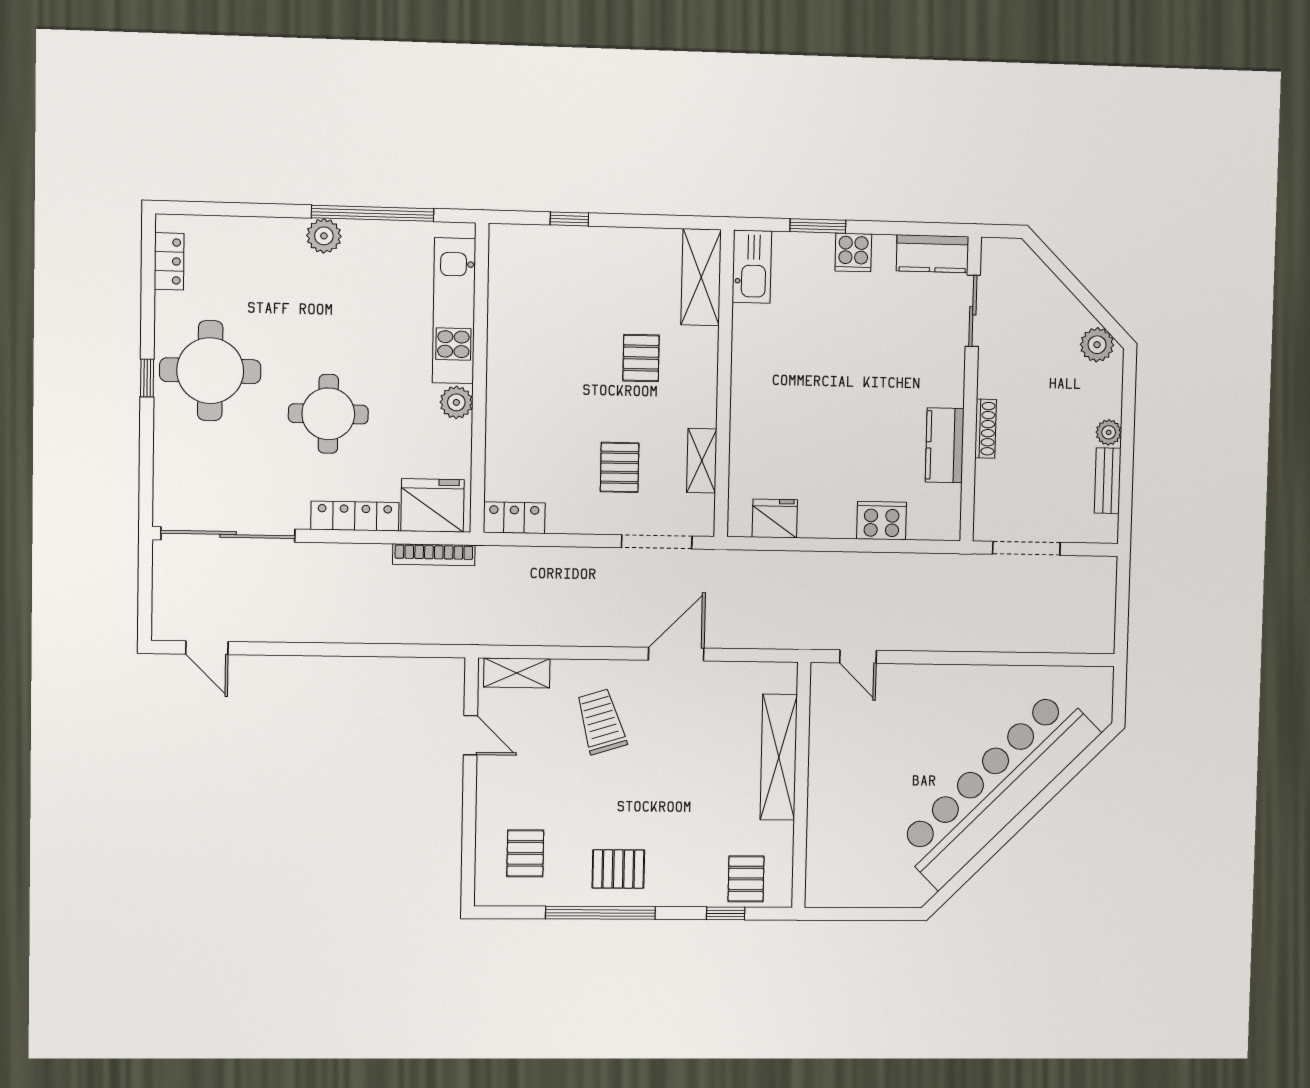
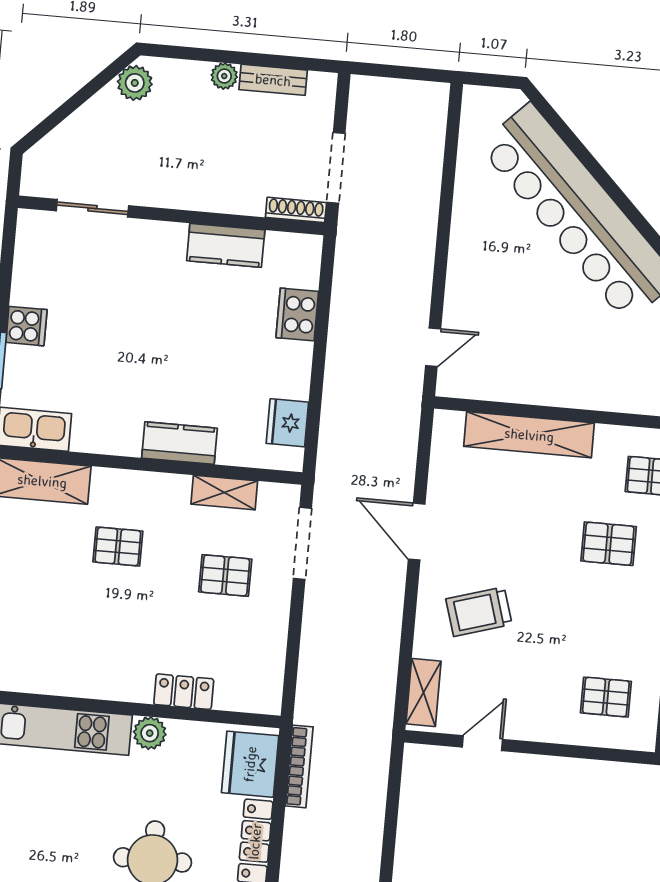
kitchen counter: (933, 254) -> (179, 443), moved, turned -90
shoe rack: (986, 429) -> (296, 210), moved
locker: (514, 518) -> (184, 692), moved, turned 90
pallet: (618, 869) -> (609, 544), moved, turned 90

